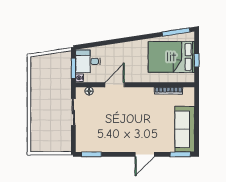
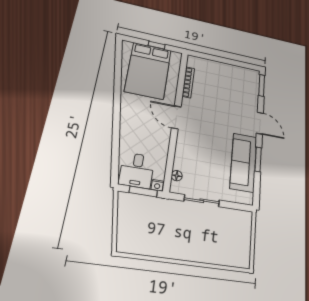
window: (176, 32) -> (118, 59), removed
door: (115, 85) -> (176, 117), moved
sofa: (185, 129) -> (243, 162), moved, turned 90
window: (91, 154) -> (258, 159), moved

